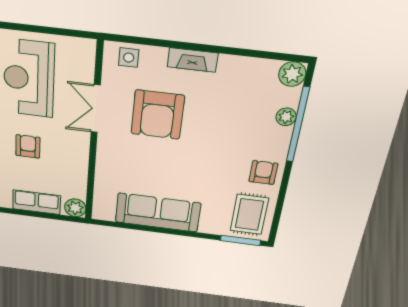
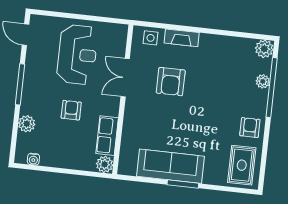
fireplace: (193, 60) -> (182, 38), moved
reception desk: (29, 79) -> (77, 55), turned 180
armchair: (158, 115) -> (171, 82), width x0.73, depth x0.73
row of seats: (37, 202) -> (107, 136), moved, turned -90
window: (240, 240) -> (183, 184), moved

